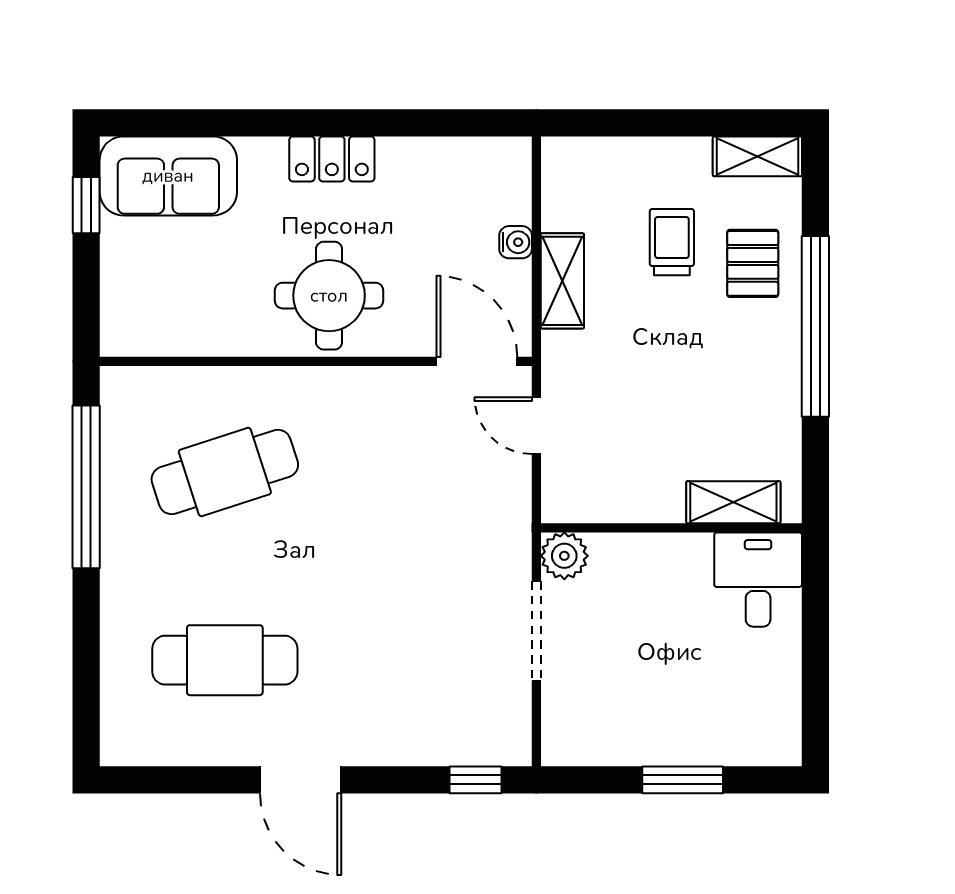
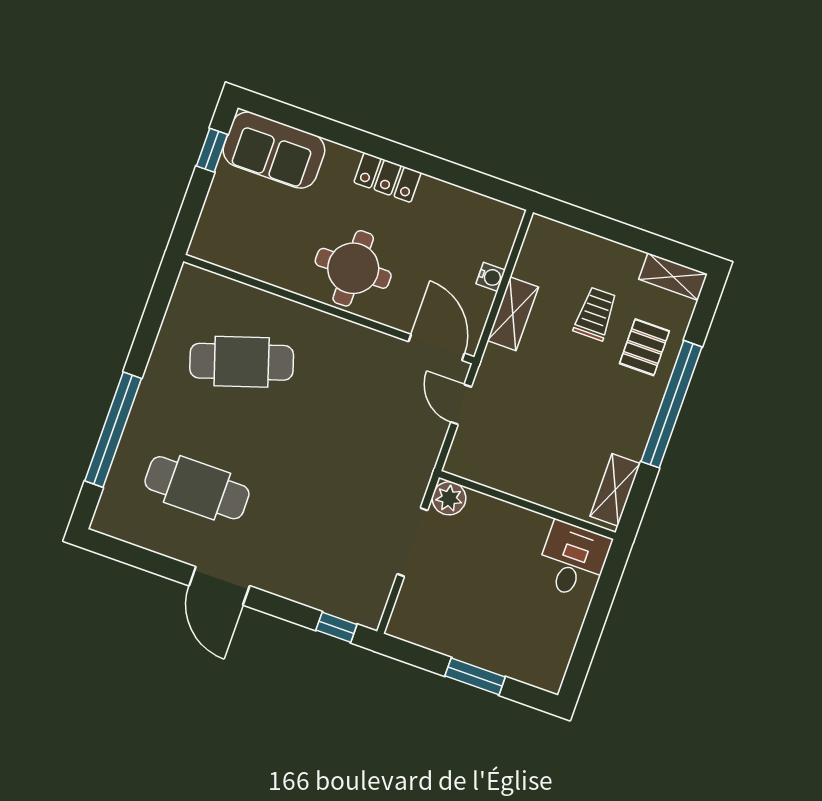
window: (86, 487) -> (113, 430), moved
shelving: (733, 502) -> (615, 490), moved, turned 90

